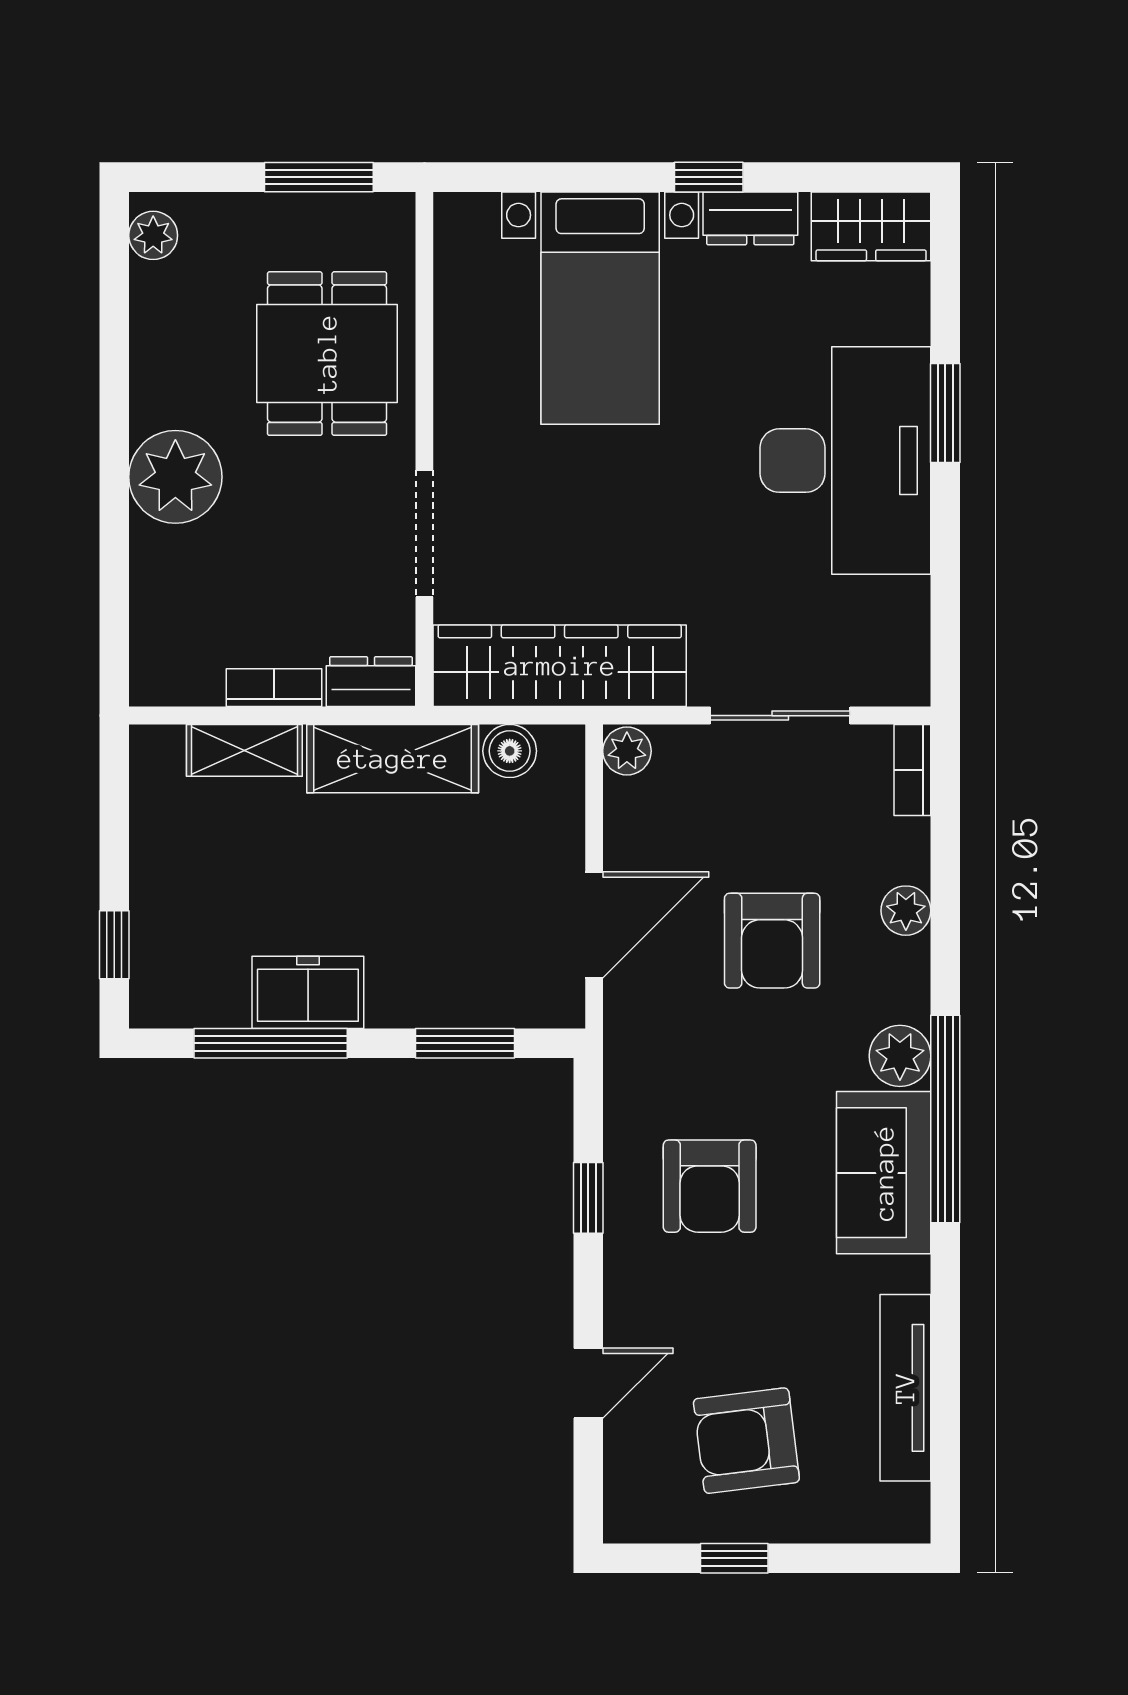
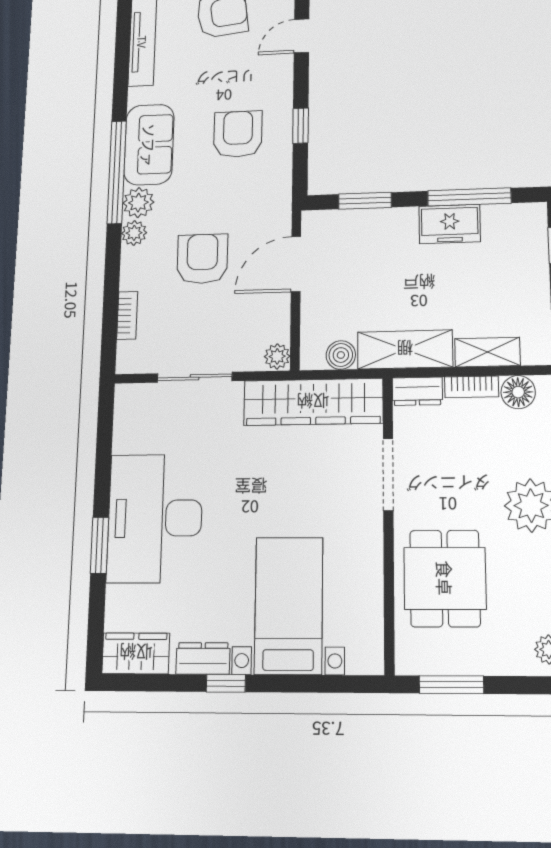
floor lamp: (192, 677) -> (518, 392), added
bookcase: (912, 770) -> (127, 315), moved
plant: (906, 911) -> (134, 233), moved

